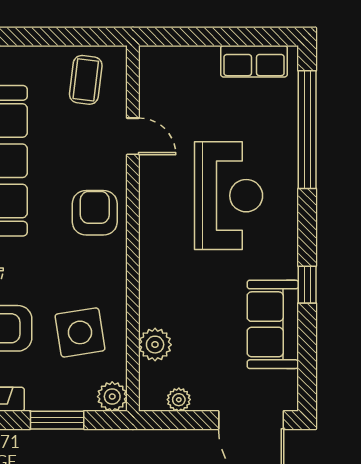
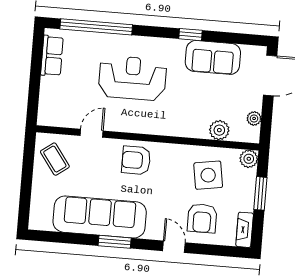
coffee table: (86, 80) -> (55, 159), turned 47

